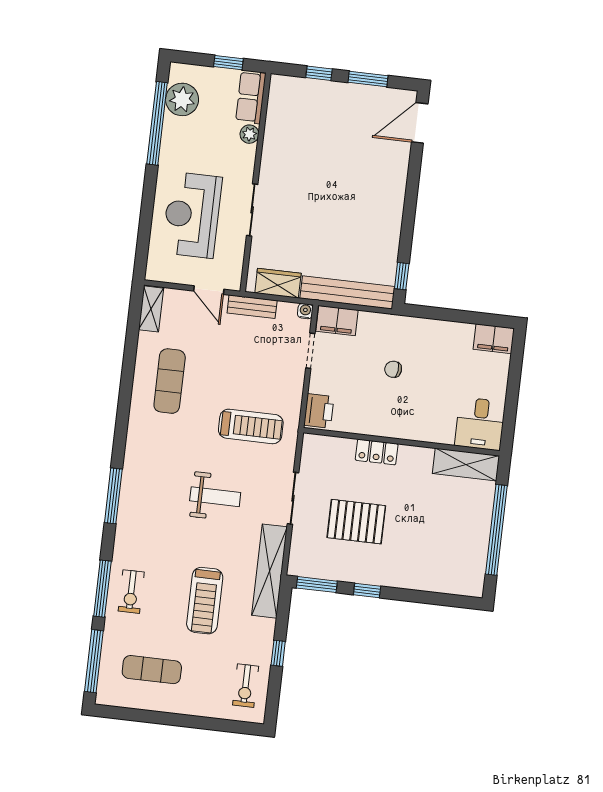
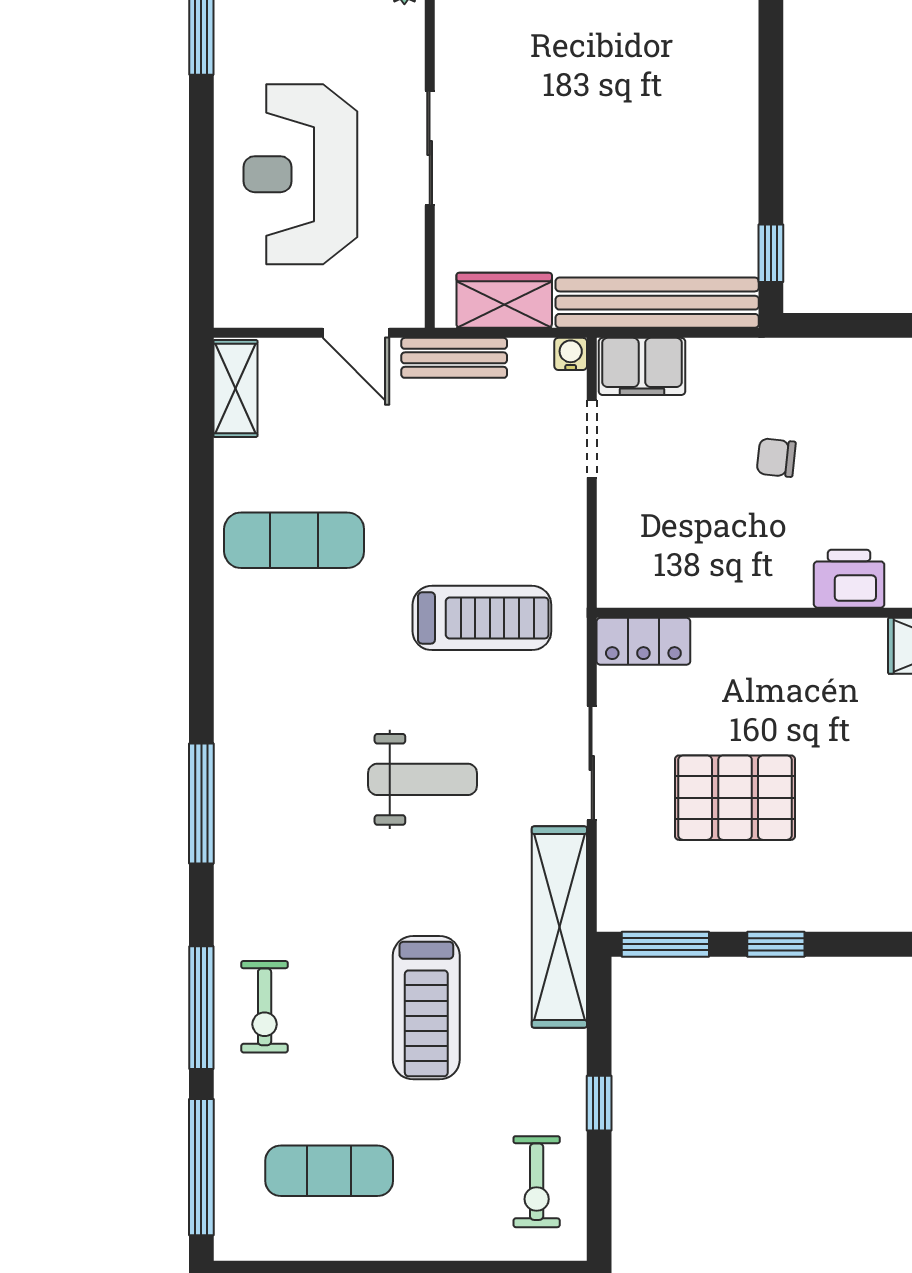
exercise mat: (170, 381) -> (294, 540), turned 90
printer: (319, 411) -> (849, 579), moved, turned -90
locker: (377, 452) -> (643, 641), moved

